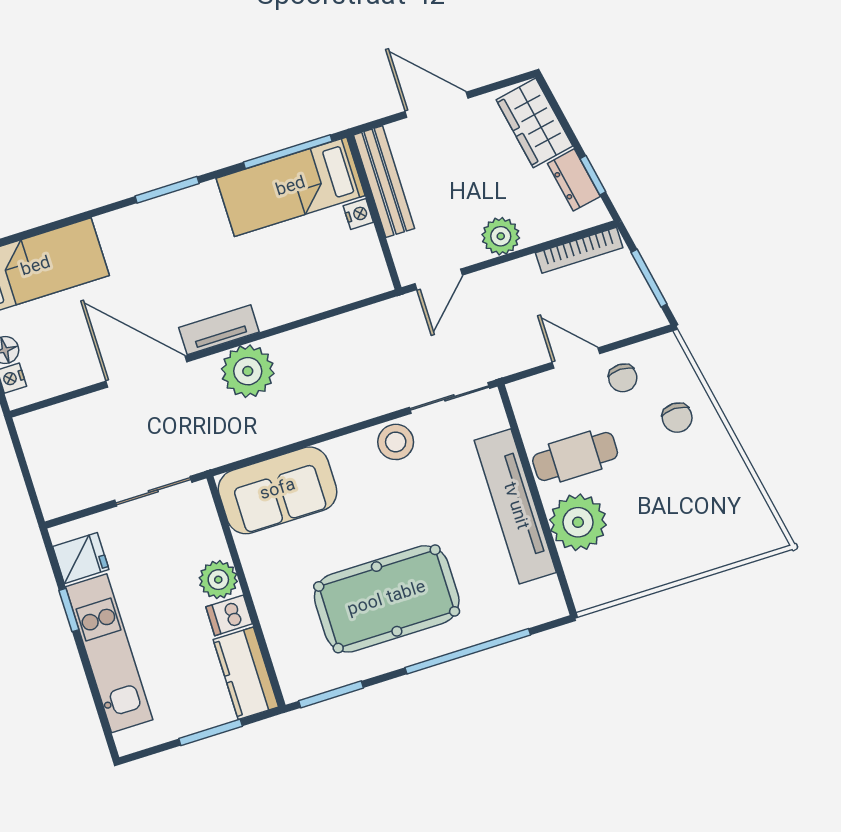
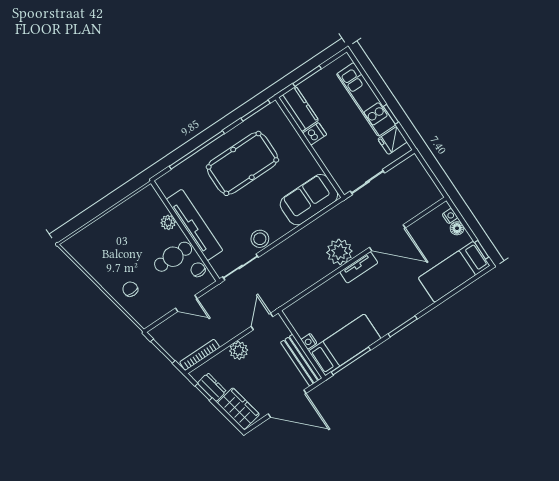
door: (437, 105) -> (287, 404), width x1.36
chair: (623, 378) -> (198, 270), moved
plant: (578, 522) -> (168, 222), width x0.53, depth x0.53
plant: (218, 580) -> (325, 149), removed

